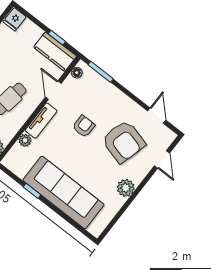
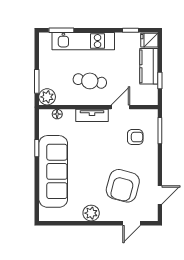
kitchen counter: (55, 52) -> (149, 66), moved
floor lamp: (77, 73) -> (57, 114), moved
armchair: (84, 126) -> (135, 137), moved
plant: (25, 140) -> (69, 115), removed

